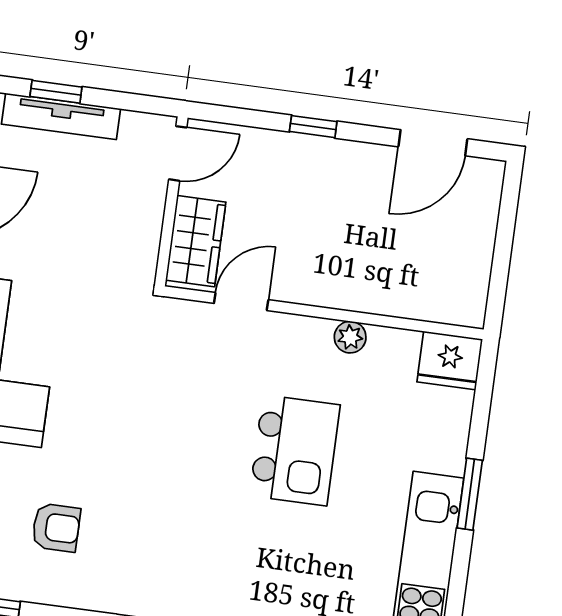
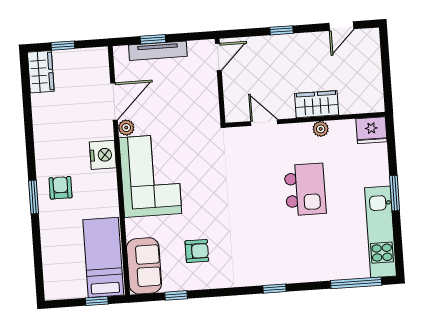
door: (433, 143) -> (341, 26), width x0.73
wardrobe: (196, 241) -> (317, 104), moved, turned -90
door: (241, 302) -> (264, 123), hinge flipped

